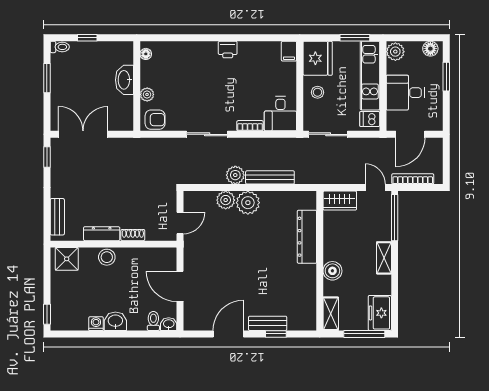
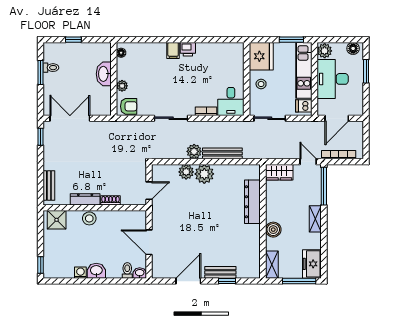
toilet: (60, 47) -> (51, 68), moved
filing cabinet: (289, 51) -> (173, 50), moved
desk: (405, 93) -> (333, 79), width x1.37

